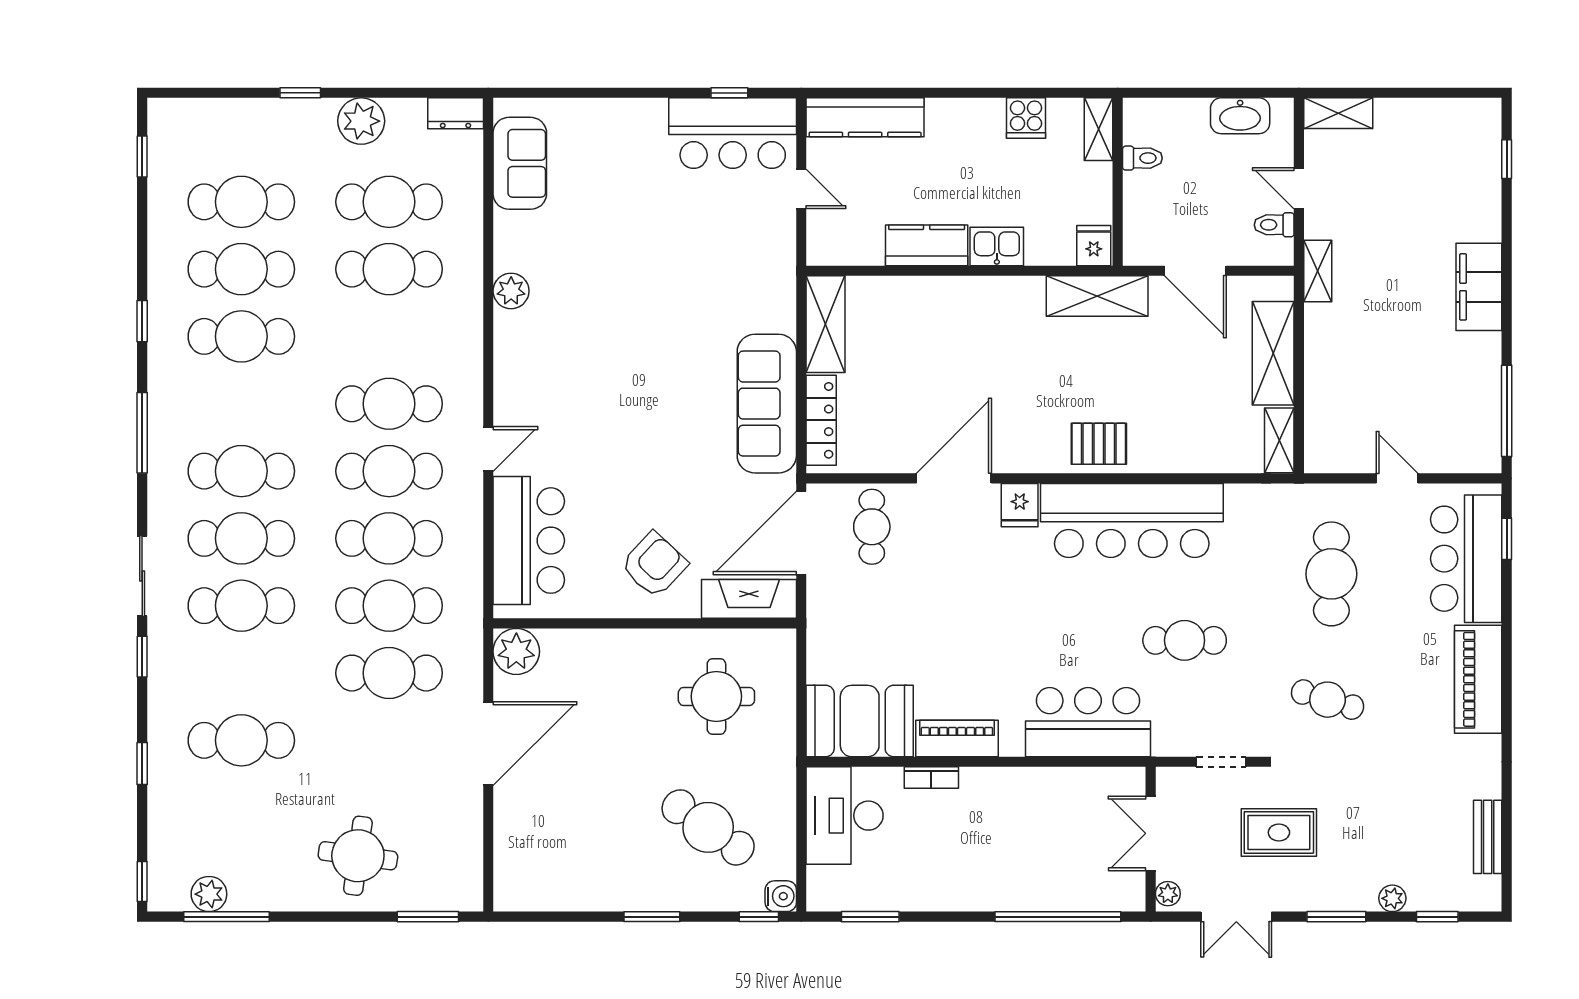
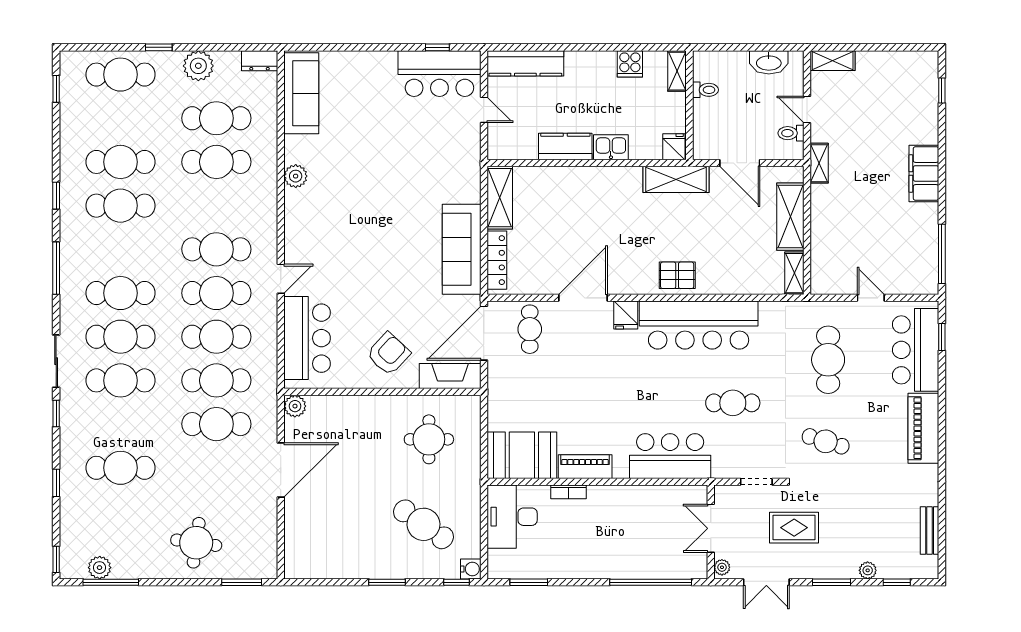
sofa: (520, 163) -> (301, 93), width x1.36
cafe table: (241, 202) -> (120, 75), moved
plant: (516, 651) -> (295, 406), width x0.73, depth x0.73

